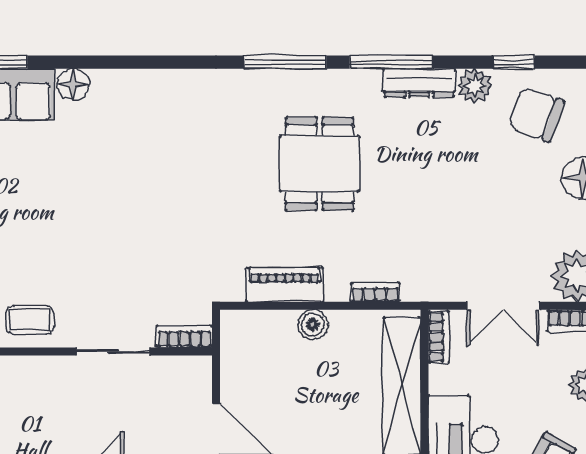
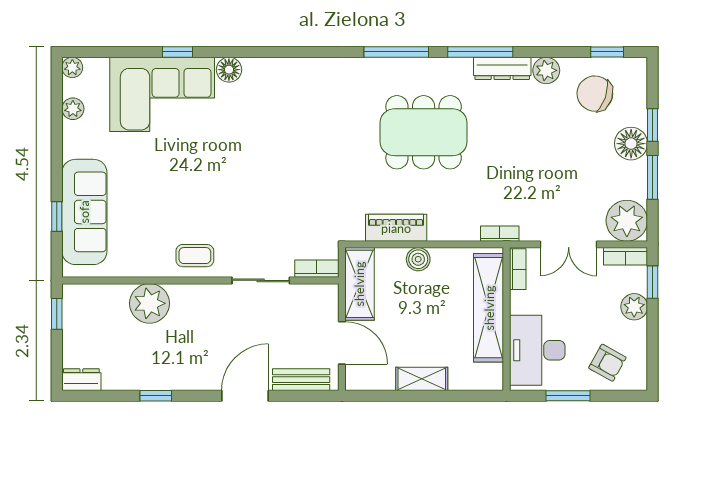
window: (514, 62) -> (607, 52), moved
dining table: (320, 164) -> (424, 132), width x1.38
bookcase: (375, 292) -> (500, 234), moved
shelving: (238, 356) -> (359, 284), added

